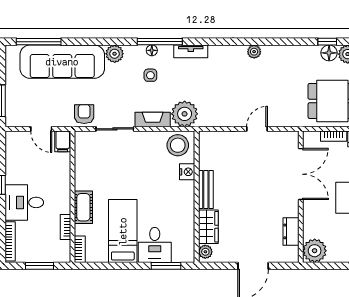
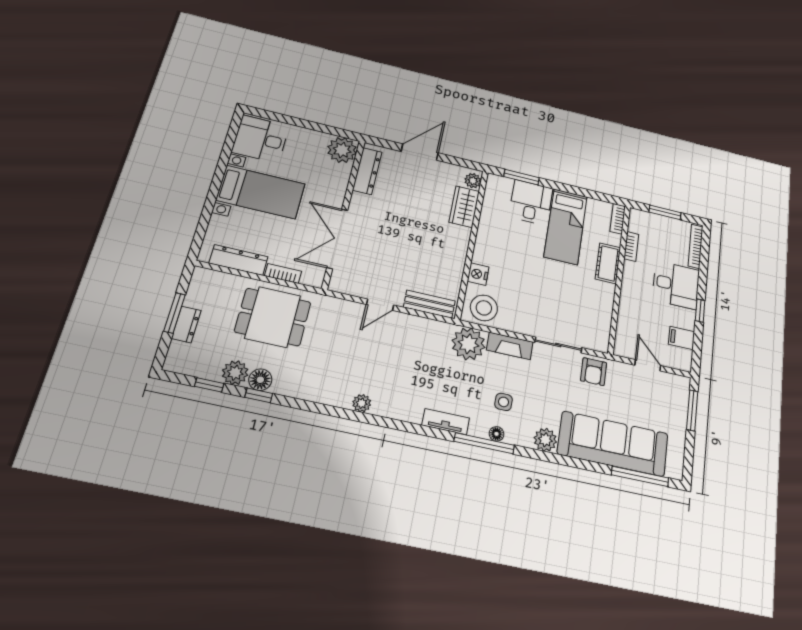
filing cabinet: (63, 141) -> (682, 338), moved, turned -90
bench: (206, 190) -> (429, 304), moved, turned 90
dresser: (291, 231) -> (367, 171), width x1.44

